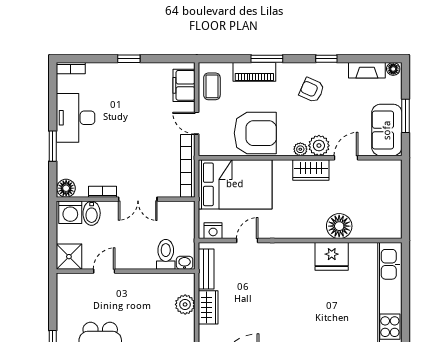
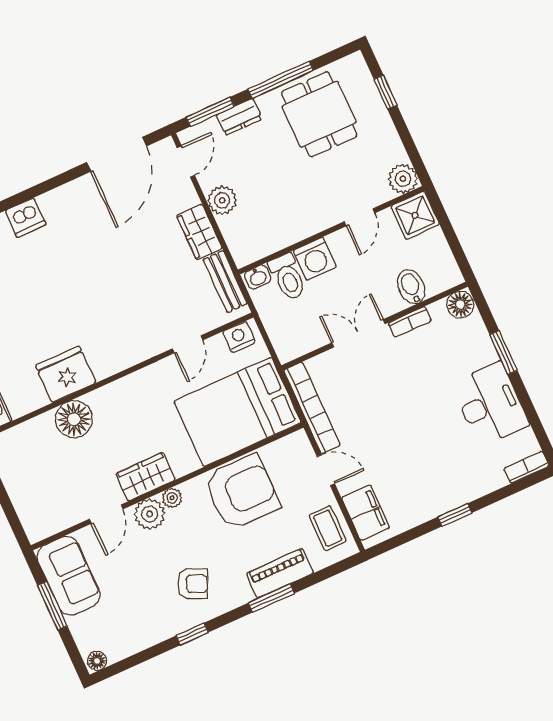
fireplace: (367, 70) -> (131, 643), removed
armchair: (255, 133) -> (242, 492), turned 180
washing machine: (70, 212) -> (315, 259), moved, turned 180
plant: (66, 283) -> (403, 179), added
plant: (185, 304) -> (222, 200), moved

